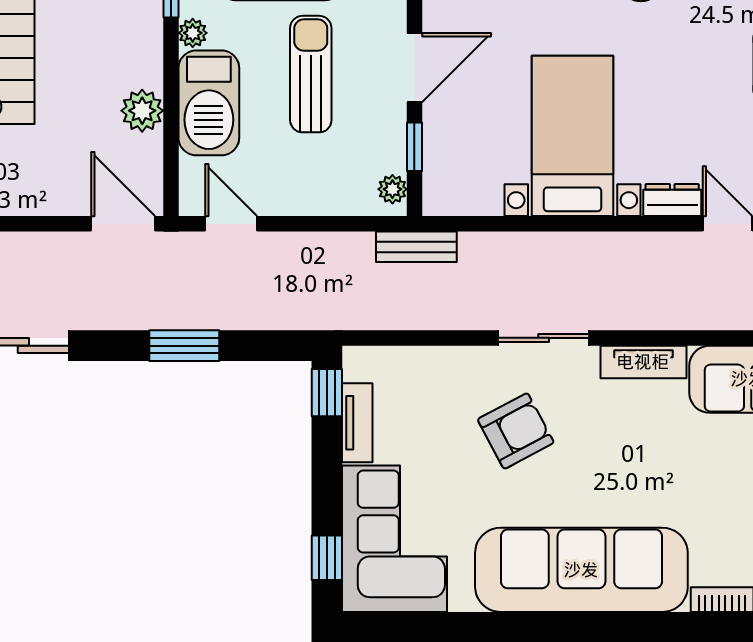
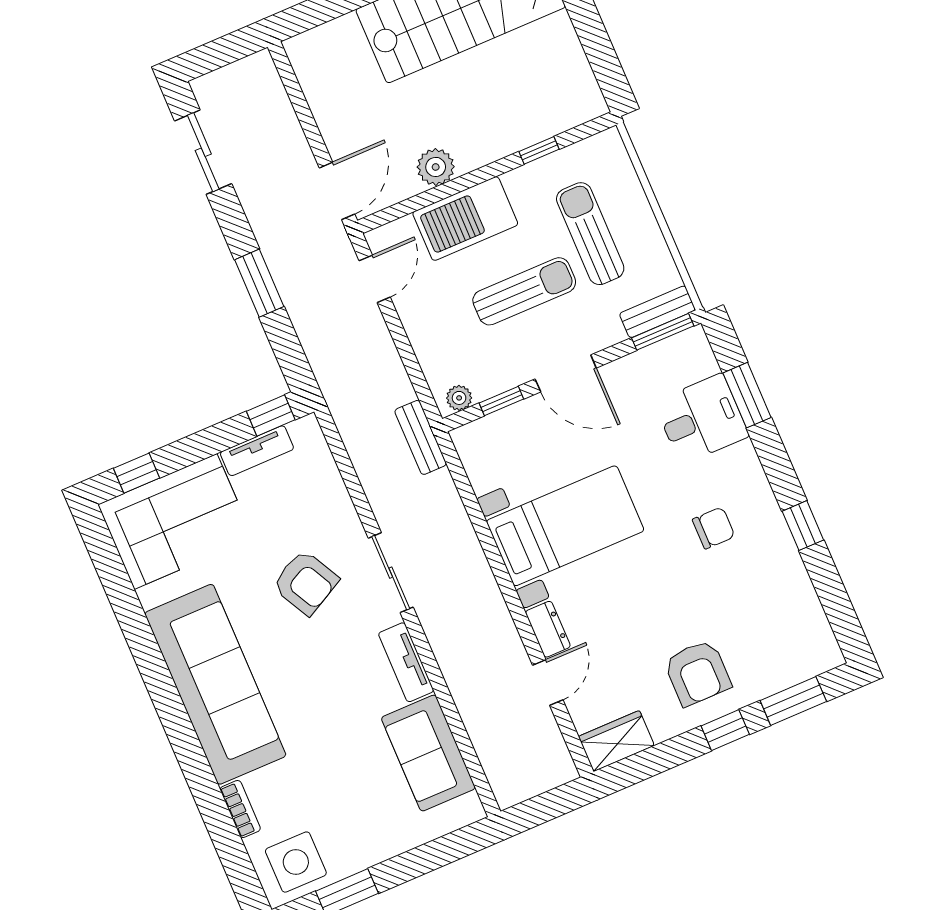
plant: (193, 33) -> (517, 181), removed

